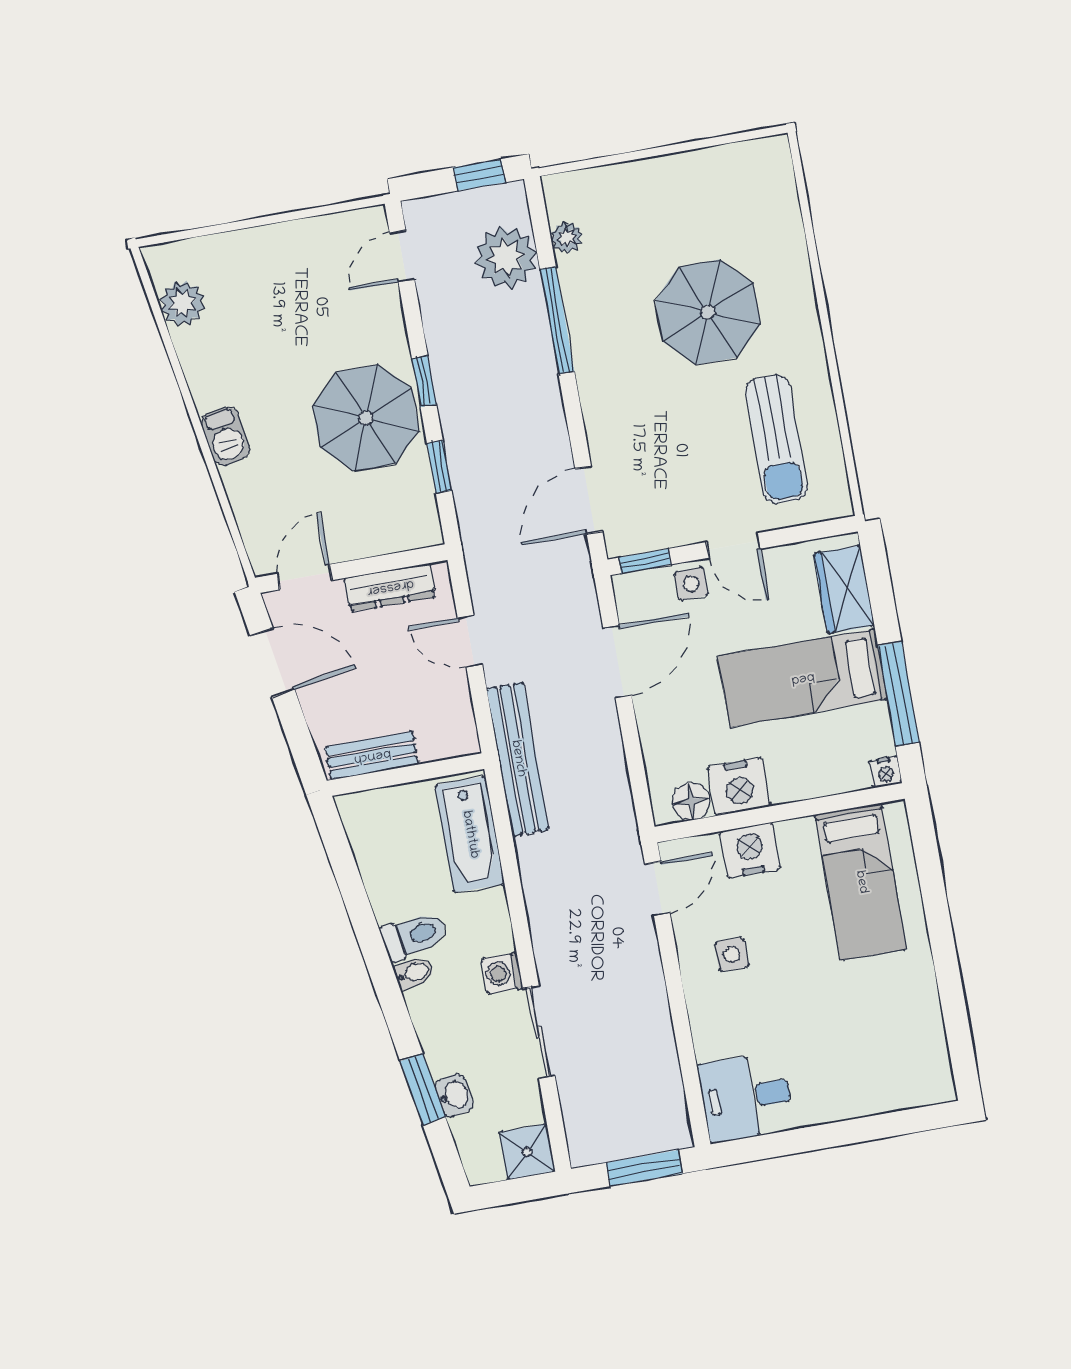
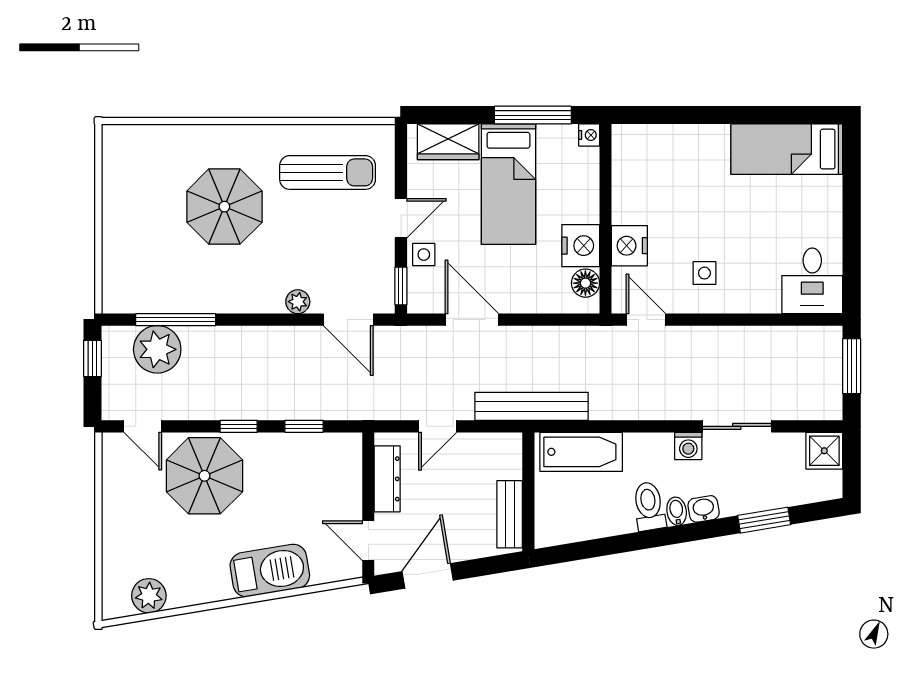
plant: (567, 237) -> (298, 302), moved
window: (557, 320) -> (176, 320), moved
parasol: (366, 418) -> (204, 476), moved
barbecue: (225, 436) -> (270, 571), width x1.88, depth x1.53
bed: (861, 882) -> (787, 149), moved, turned 180
washbasin: (454, 1095) -> (704, 509), moved

